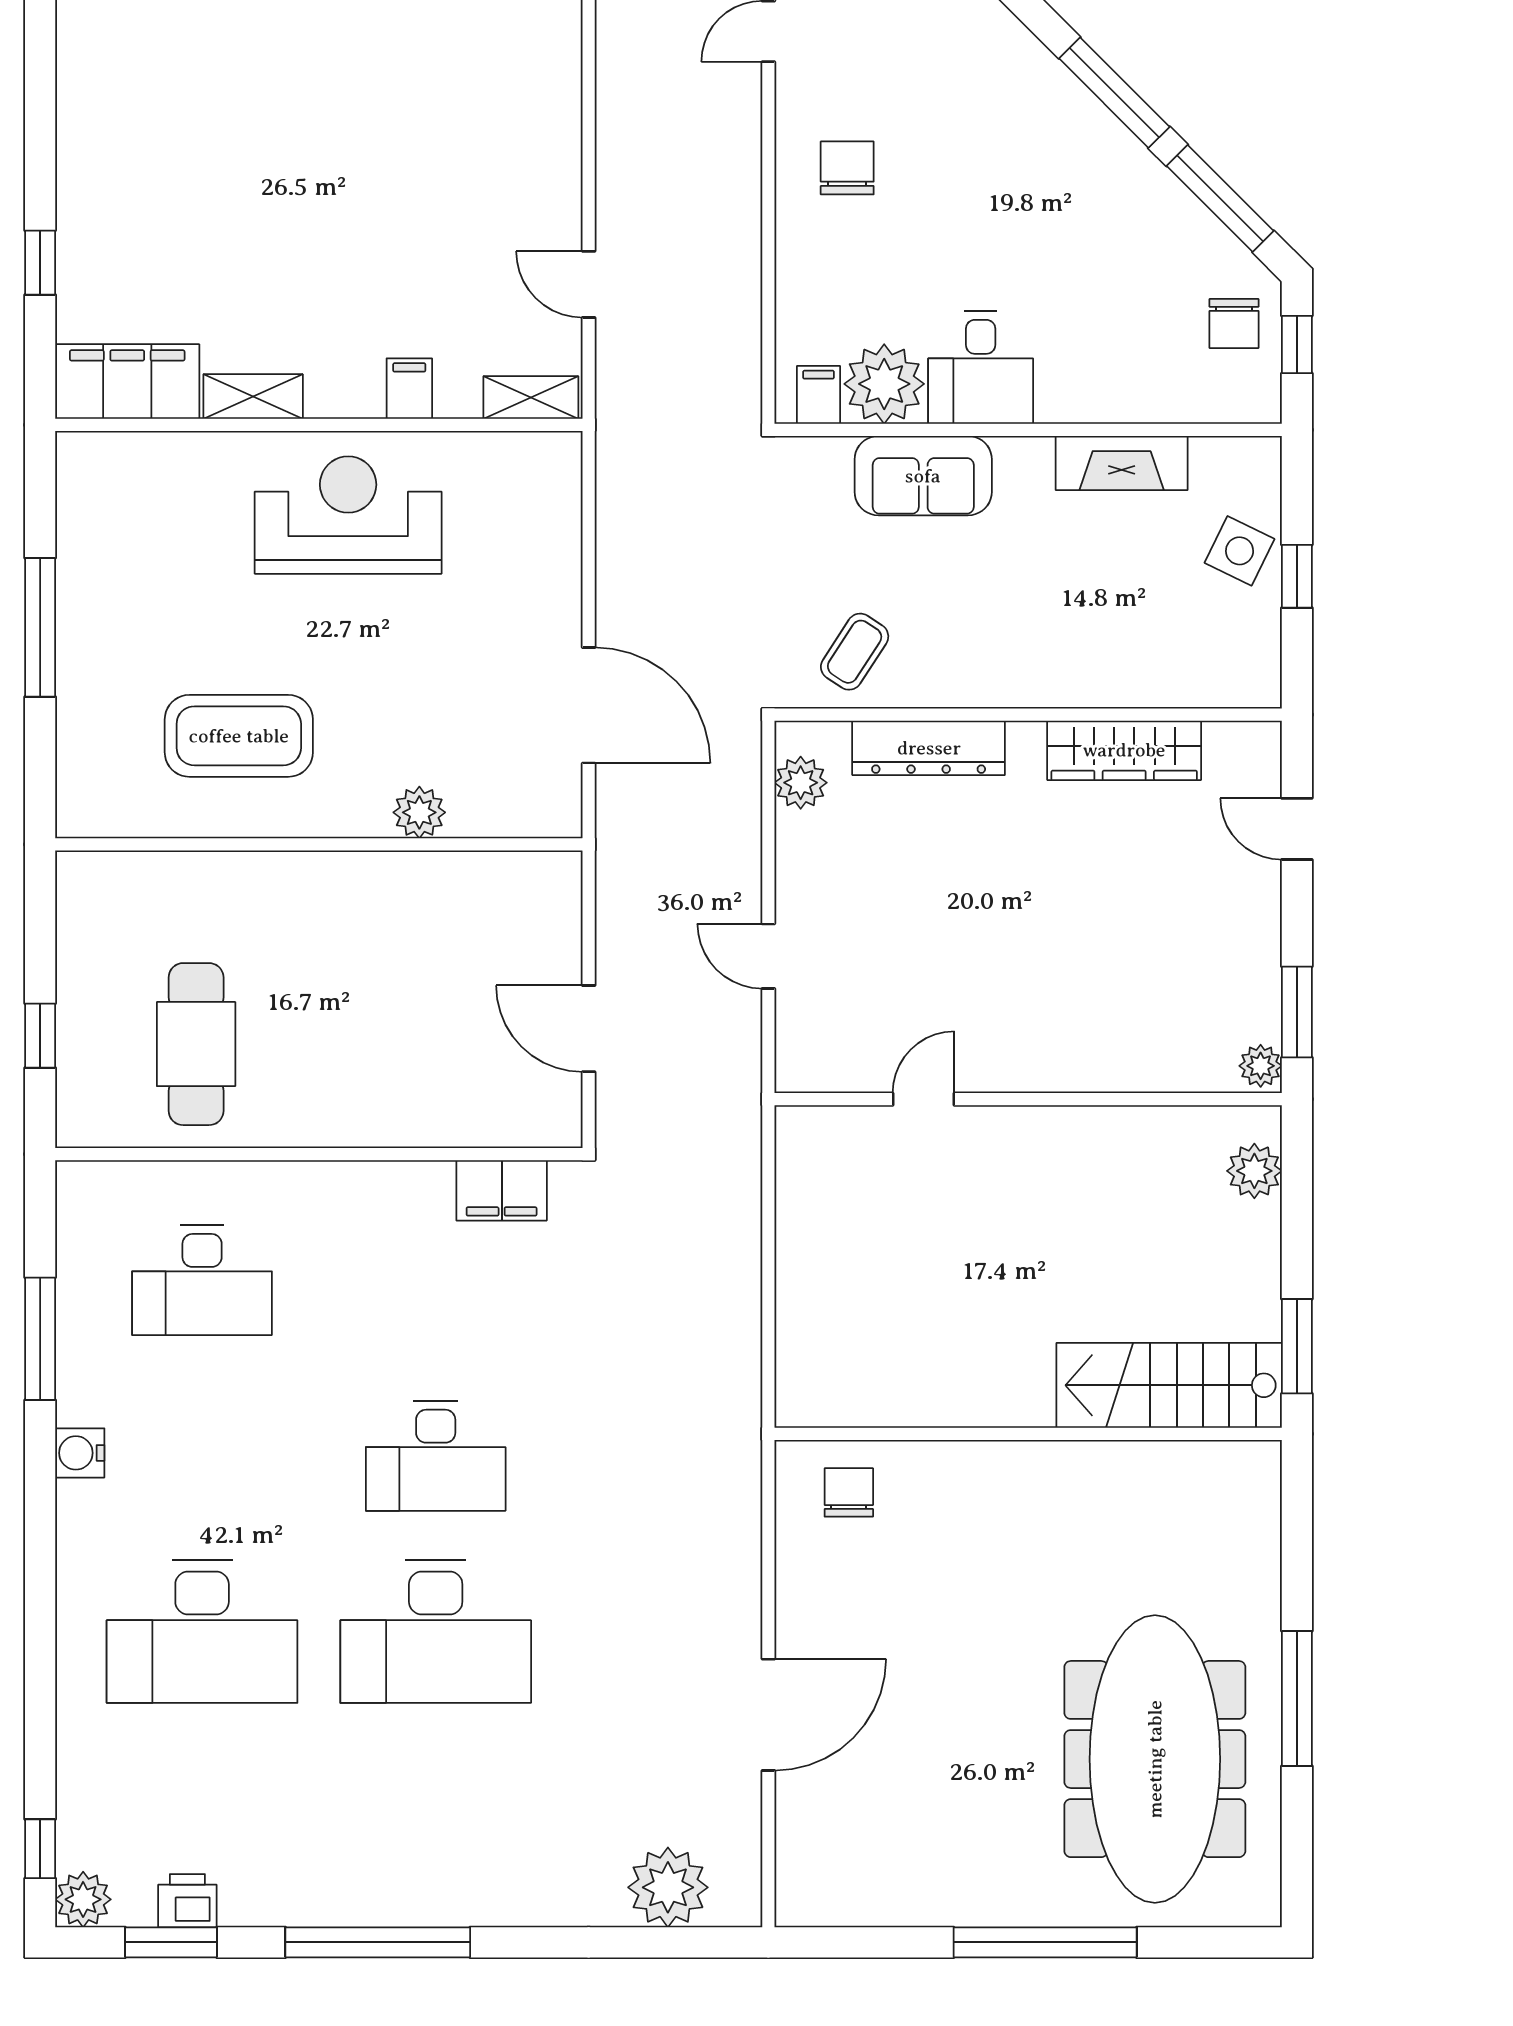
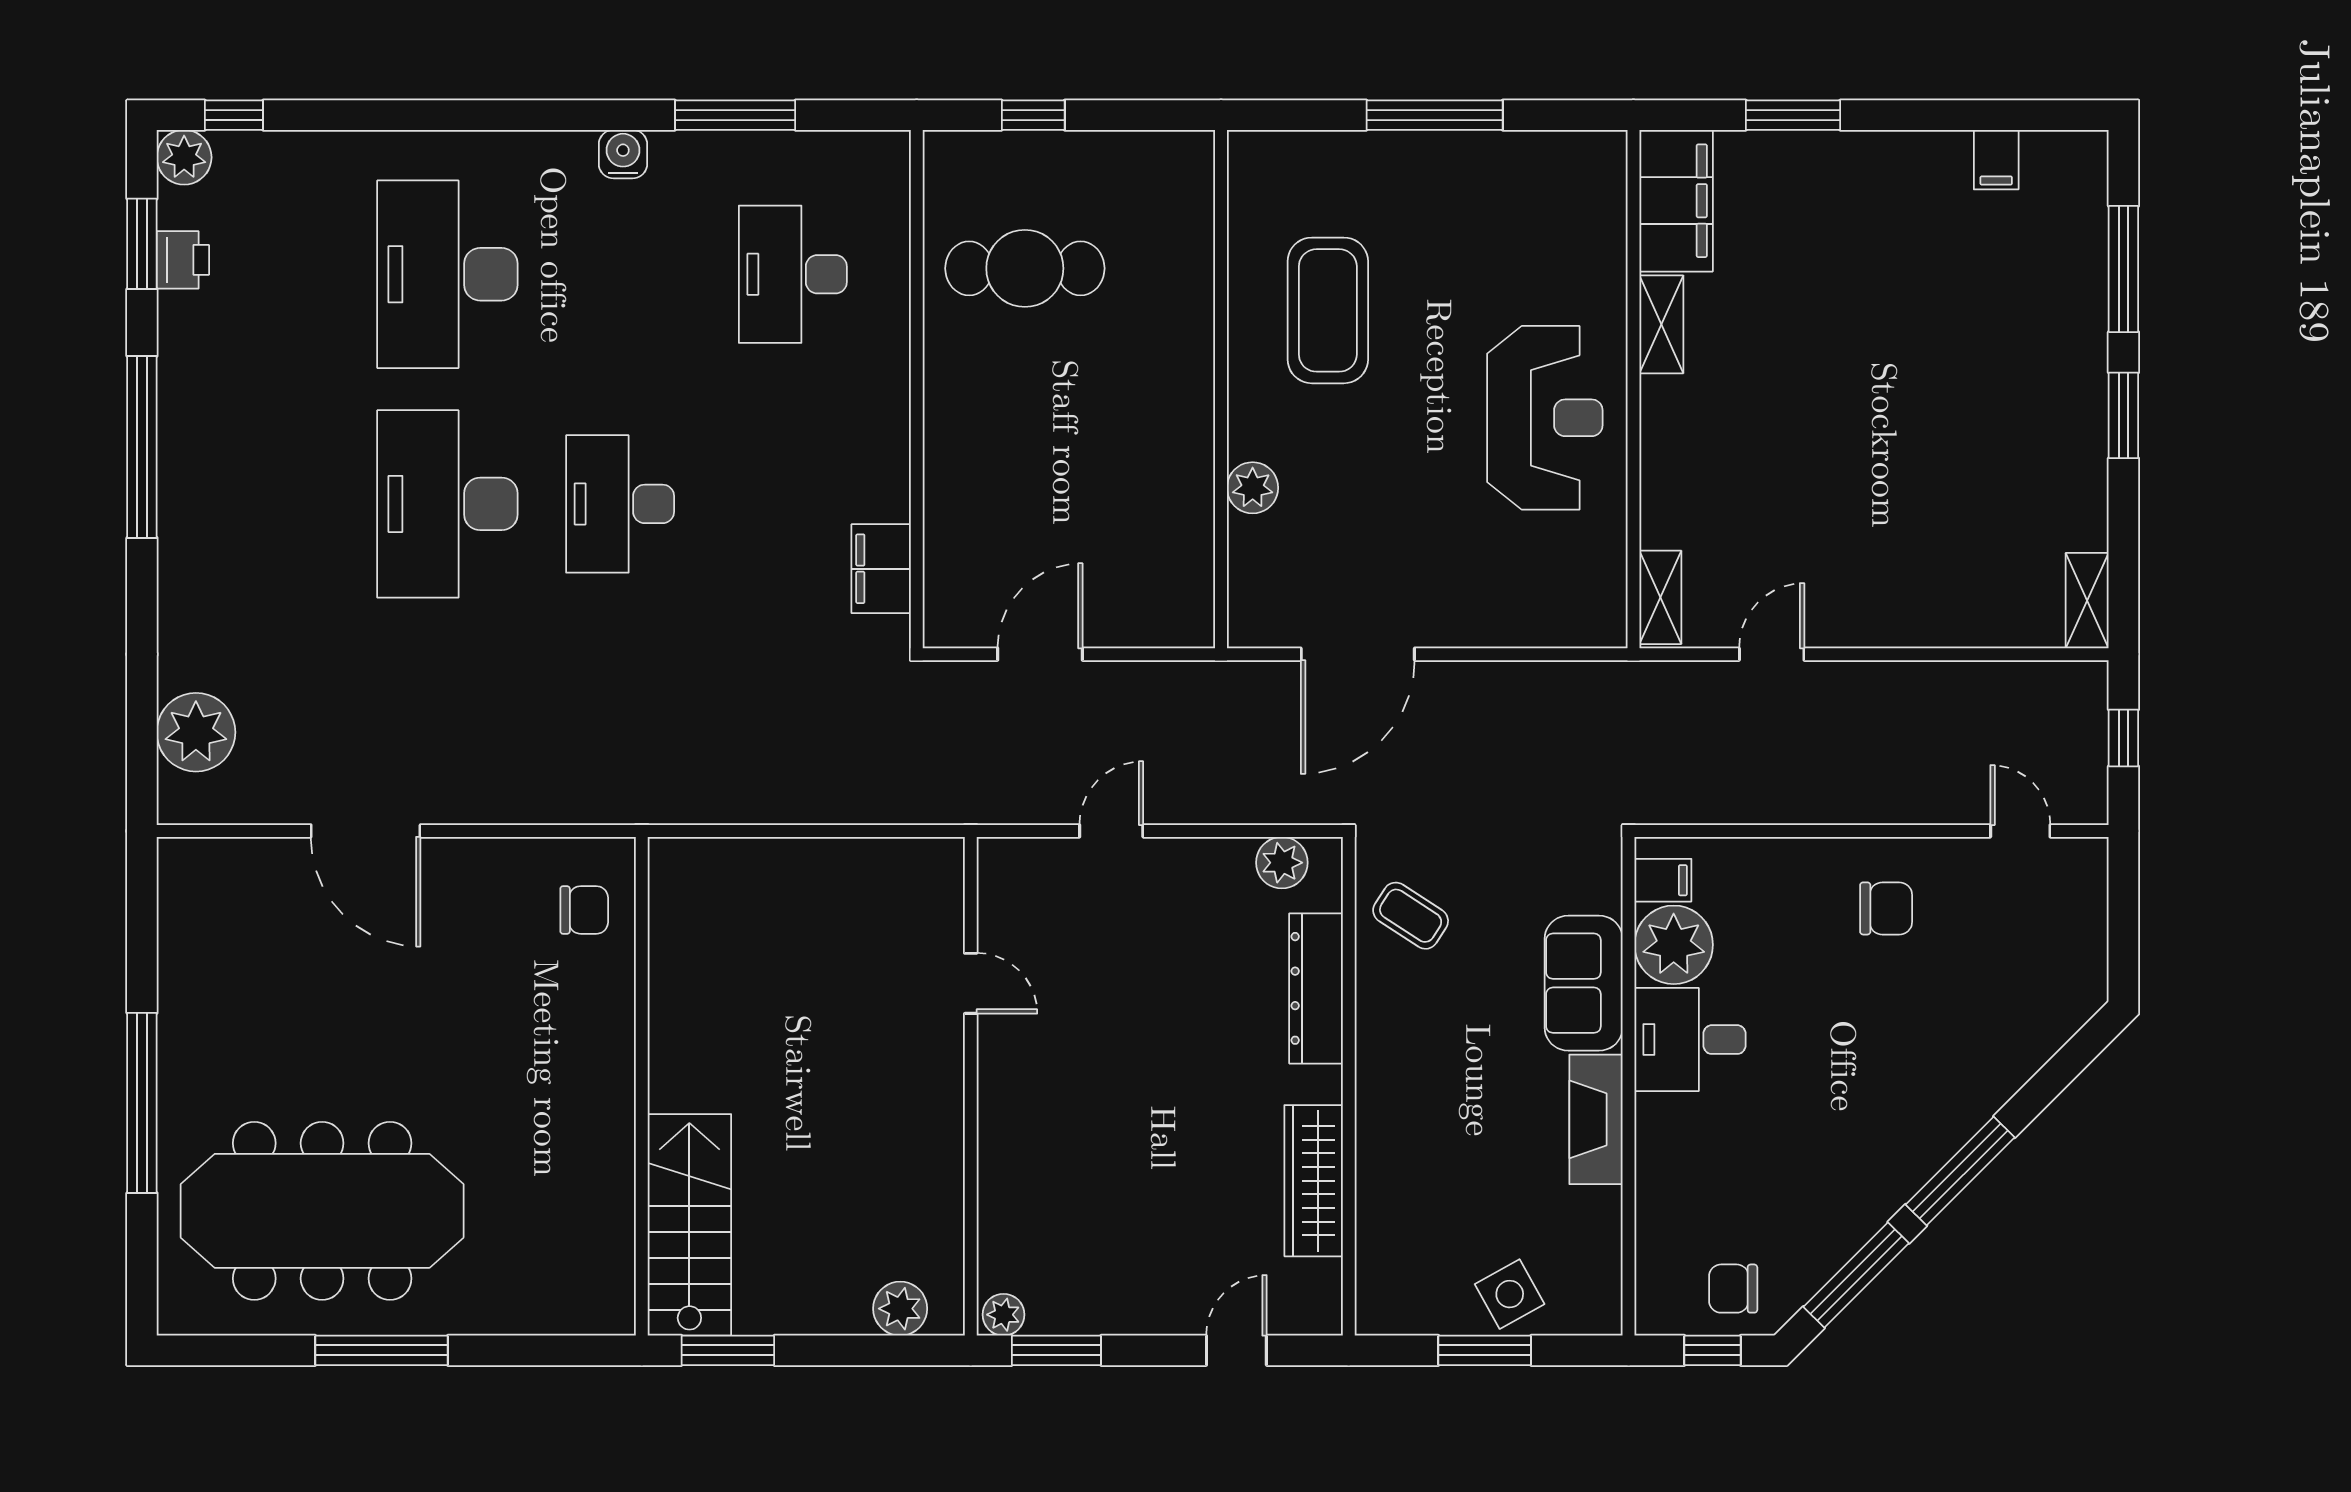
window: (40, 263) -> (1793, 115), width x1.50
filing cabinet: (409, 389) -> (1996, 160), moved, turned 90
fireplace: (1122, 463) -> (1596, 1119), moved
side table: (1240, 551) -> (1510, 1294), turned 35
window: (1297, 576) -> (1485, 1350), width x1.50

